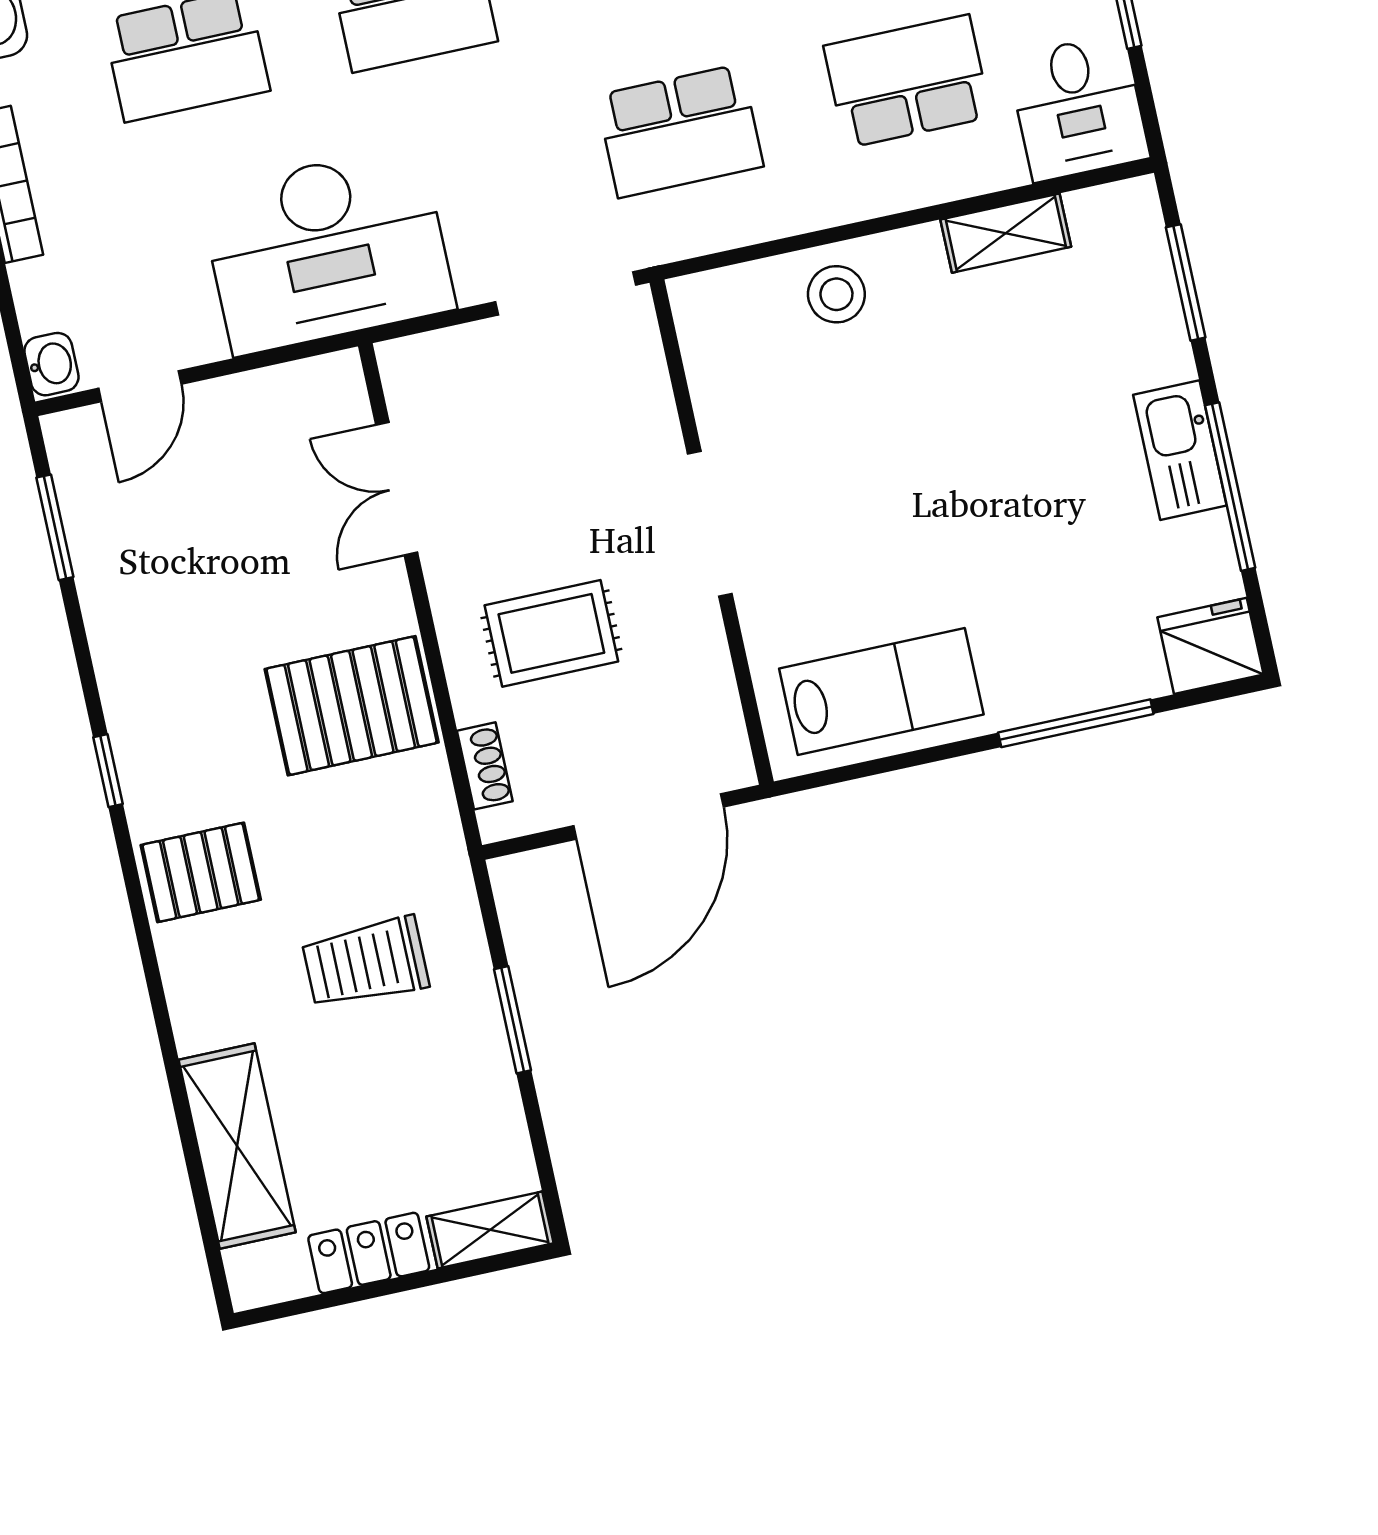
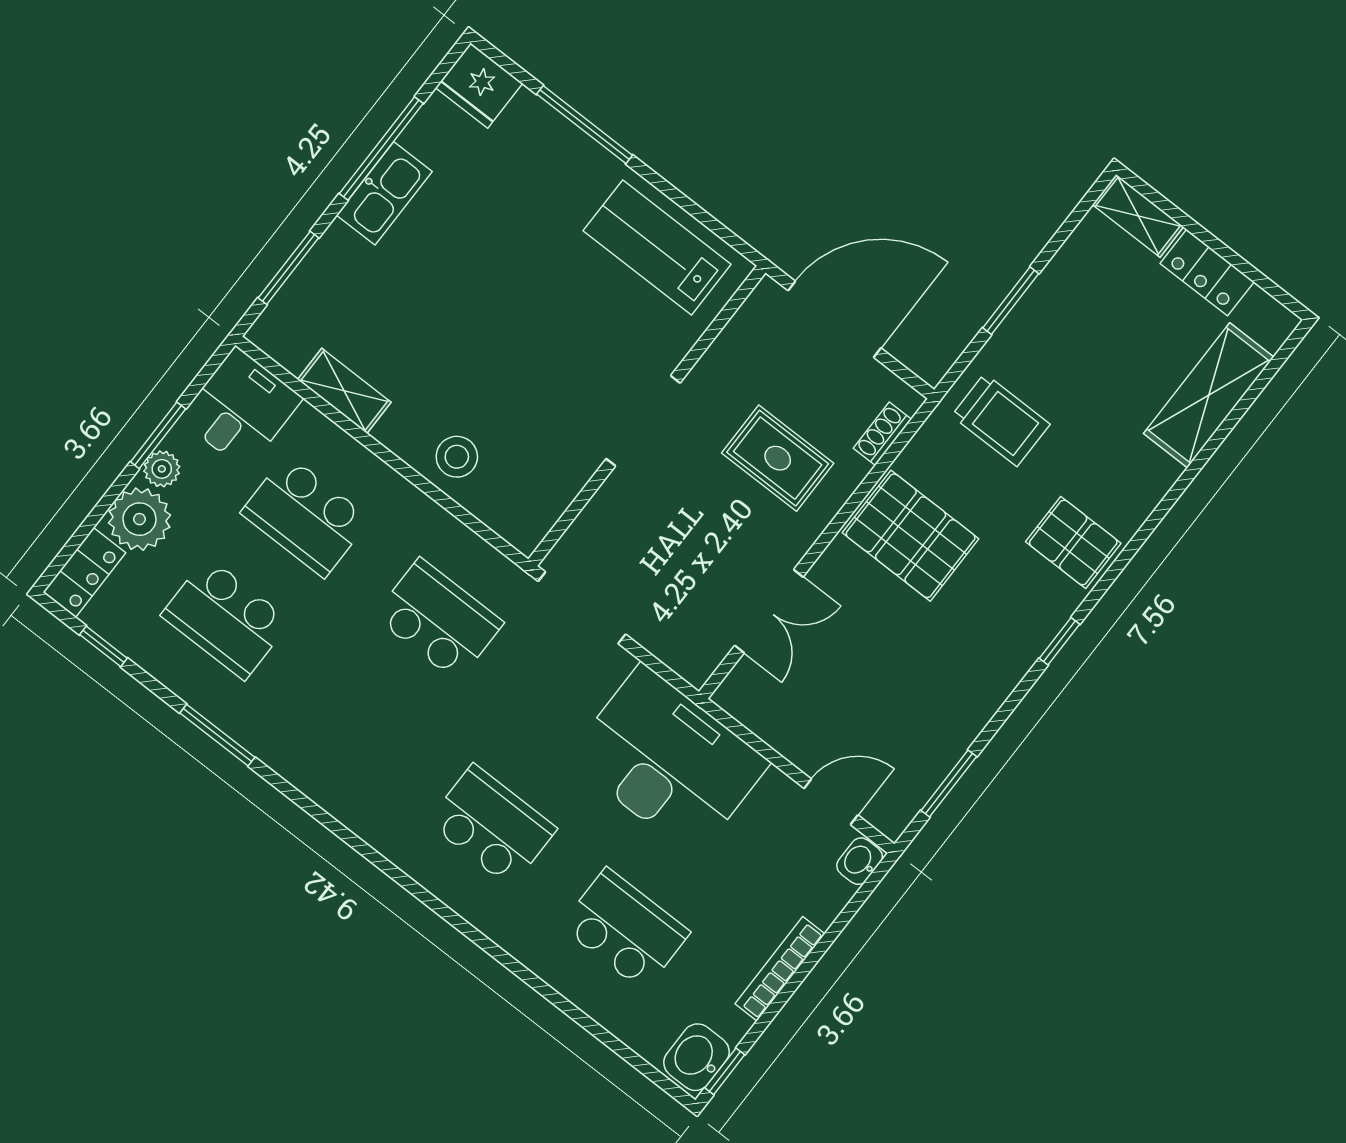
trolley: (365, 963) -> (1001, 420), moved

